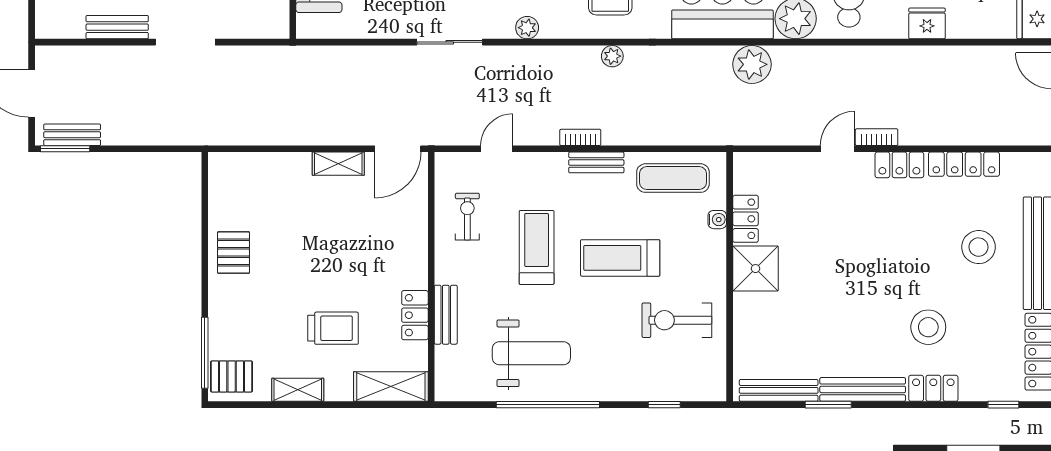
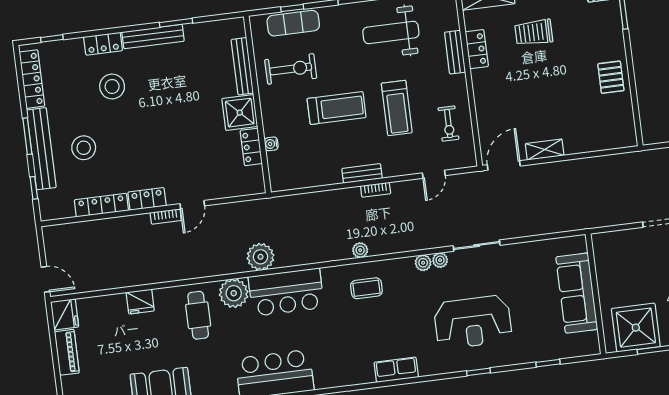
plant: (503, 28) -> (440, 260), added
exercise mat: (673, 178) -> (293, 23), moved
bench: (779, 390) -> (242, 66), moved, turned 90

